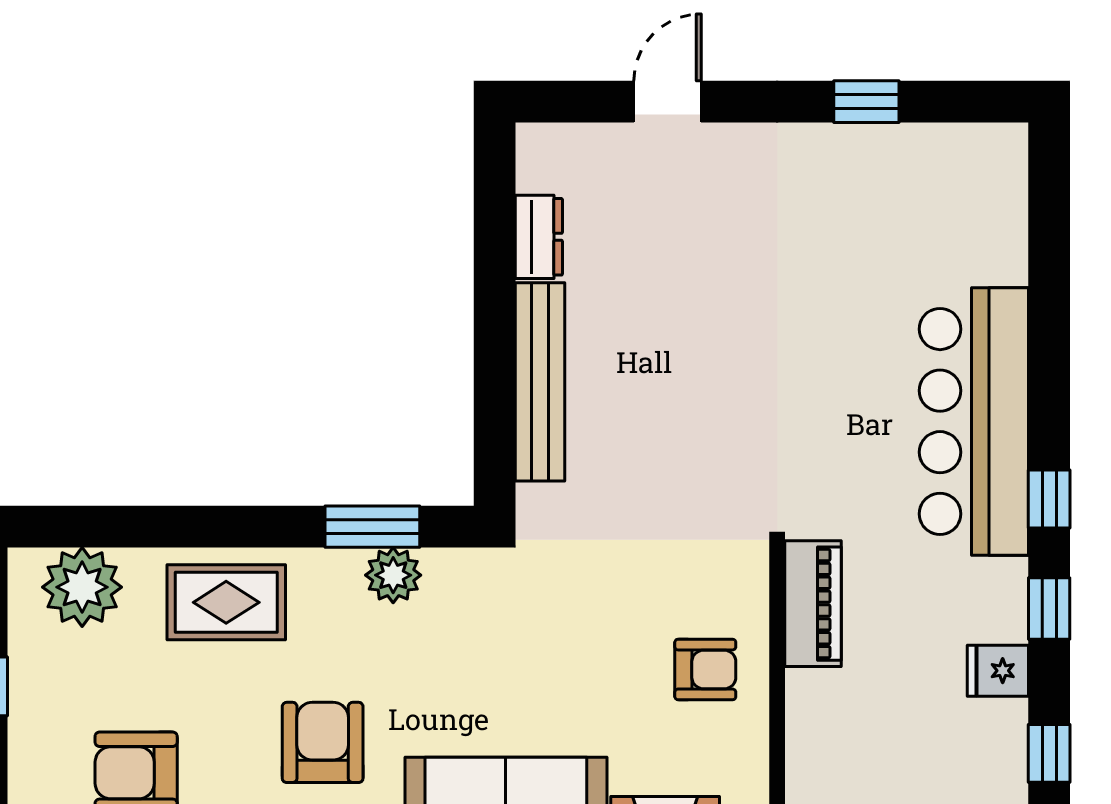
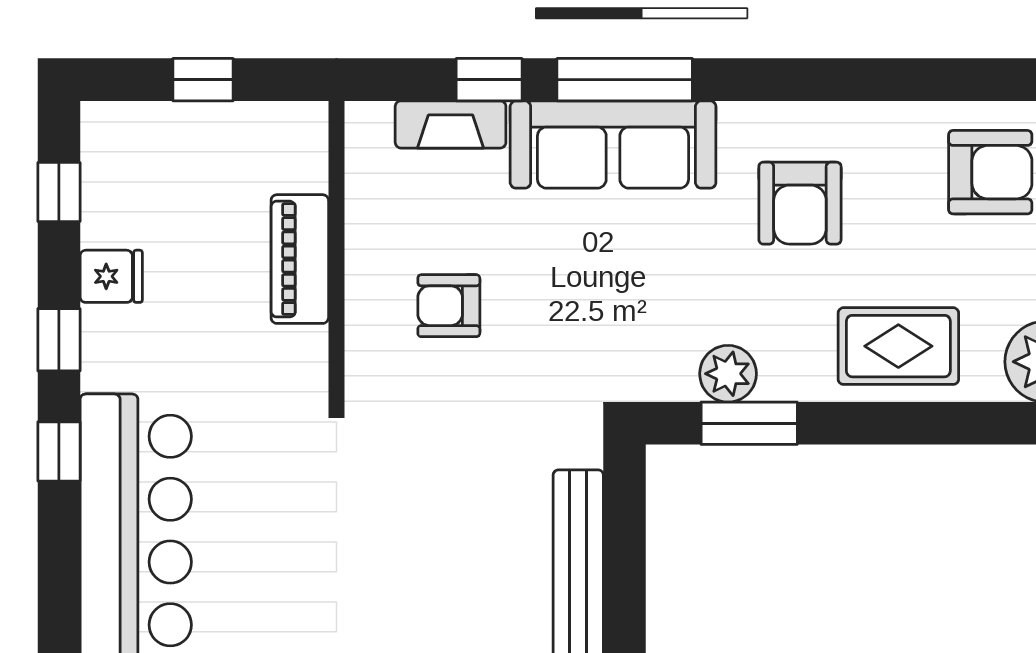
piano: (813, 604) -> (300, 259), moved
armchair: (705, 669) -> (449, 306), moved

